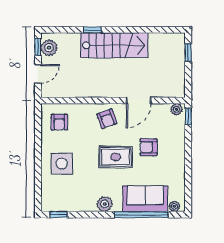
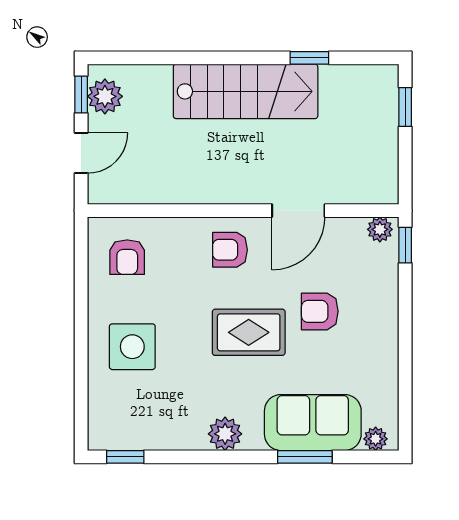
window: (93, 30) -> (309, 58), moved
armchair: (107, 119) -> (230, 250), turned 110
window: (142, 215) -> (305, 457), width x0.47

